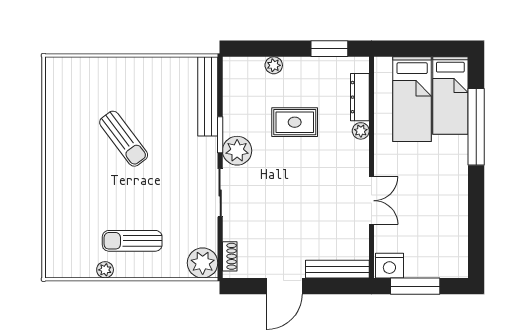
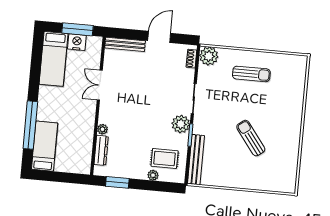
bed: (412, 99) -> (54, 59), moved, turned 180
rug: (295, 122) -> (165, 158), moved
nightstand: (389, 266) -> (77, 42), moved
plant: (105, 270) -> (270, 57), removed

